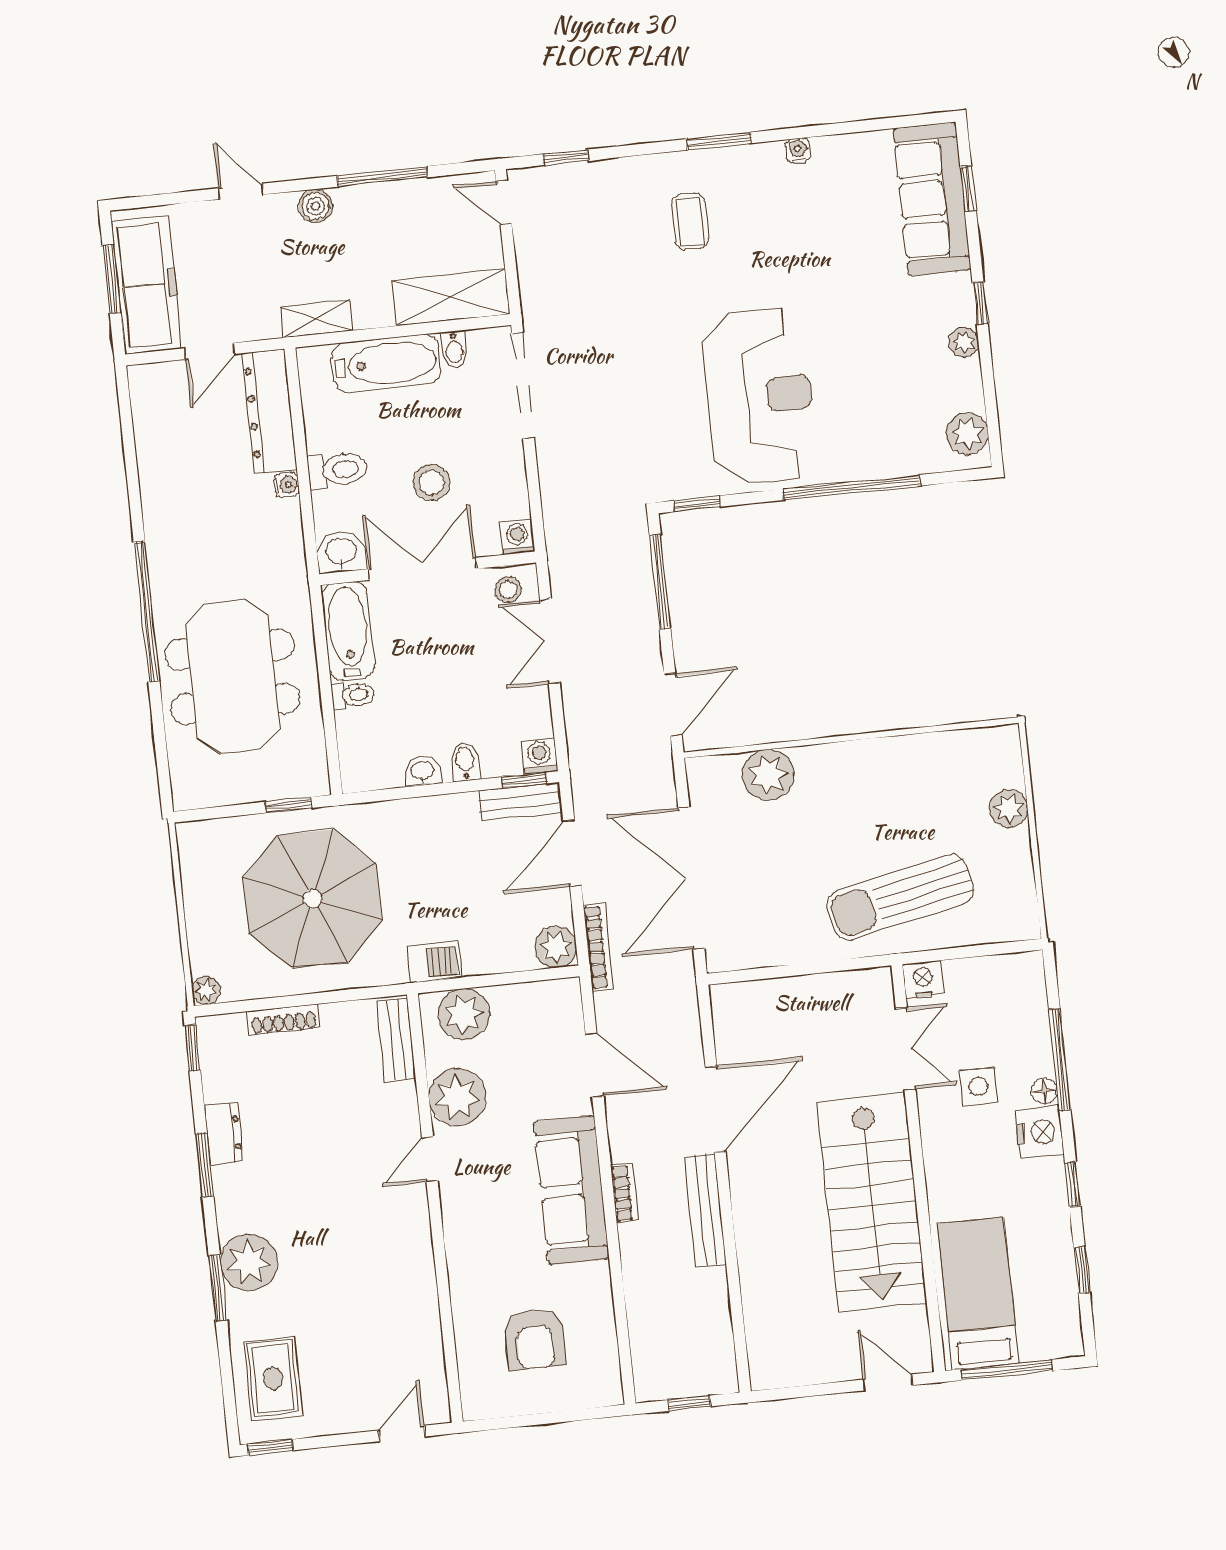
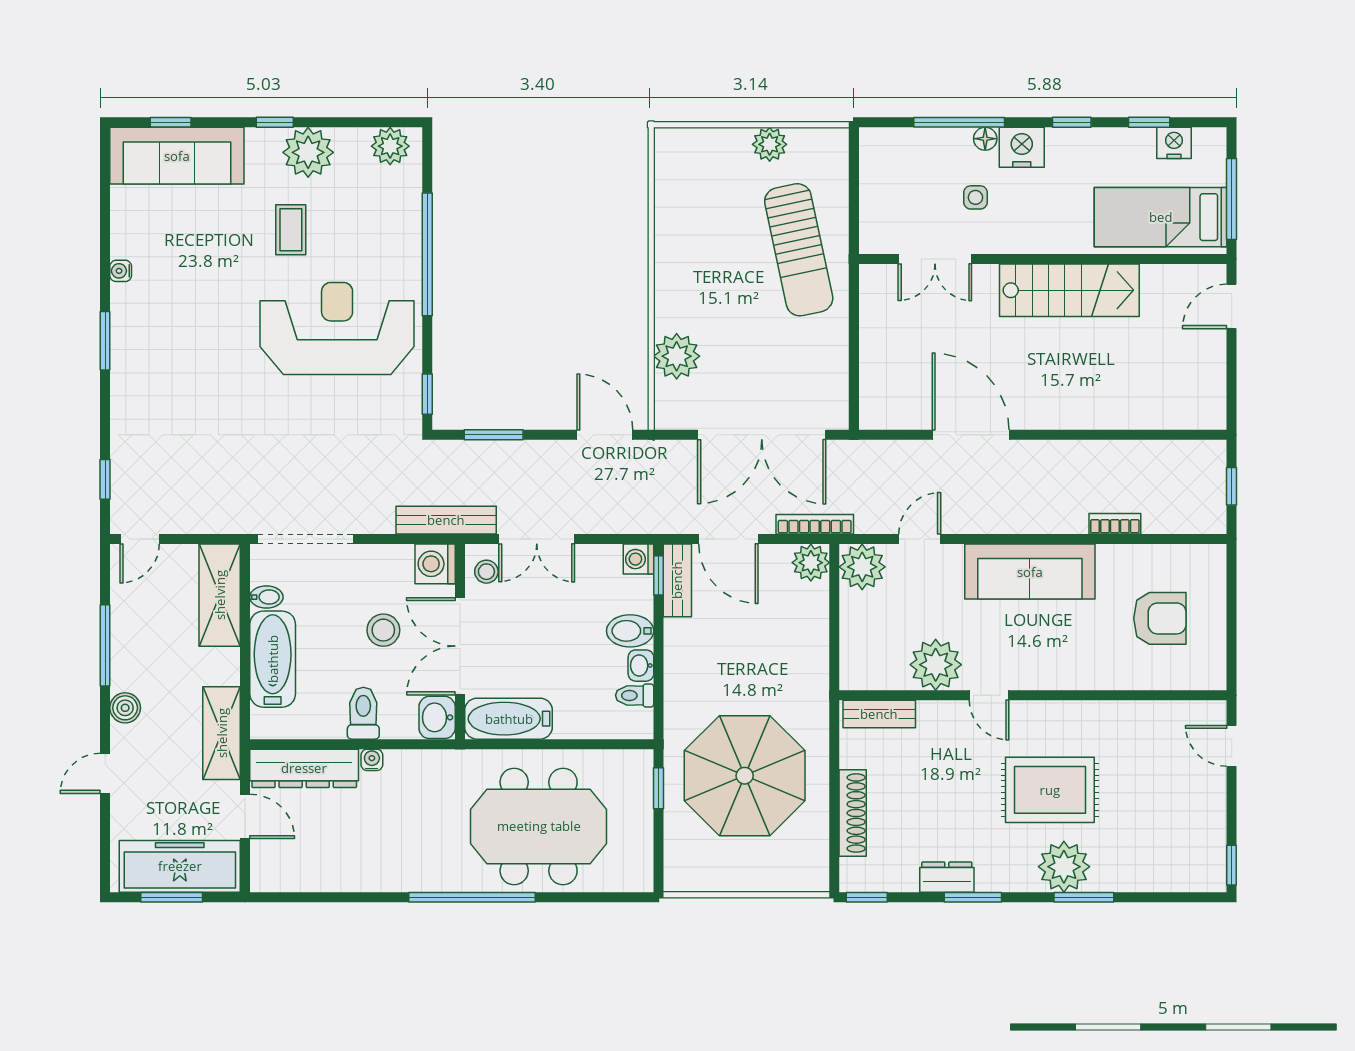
coffee table: (690, 222) -> (291, 230), moved, turned 90
shelving: (316, 319) -> (222, 733), width x1.50, depth x1.33
plant: (964, 342) -> (308, 152), width x1.87, depth x1.87
washing machine: (517, 537) -> (435, 564), width x1.38, depth x1.38
window: (660, 582) -> (494, 435), width x0.69
toilet: (353, 695) -> (635, 695), moved, turned -90
bidet: (465, 762) -> (630, 631), width x1.38, depth x1.36
plant: (1009, 809) -> (770, 144), moved
barbecue: (434, 962) -> (813, 673), removed
nightstand: (923, 980) -> (1174, 143), moved, turned 90
plant: (206, 990) -> (817, 880), removed
plant: (464, 1014) -> (862, 567), moved
shoe rack: (283, 1020) -> (853, 813), width x1.36, depth x1.24
double door: (906, 1049) -> (935, 259), swing flipped
door: (594, 1065) -> (920, 539), width x0.73
side table: (978, 1087) -> (975, 197), width x0.73, depth x0.73
bookcase: (625, 1193) -> (1115, 524), moved
stairs: (872, 1203) -> (1069, 290), width x0.73, depth x0.66
bench: (705, 1210) -> (446, 520), moved
rug: (273, 1378) -> (1050, 790), moved, width x1.36, depth x1.43

